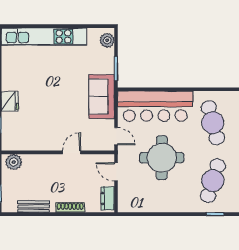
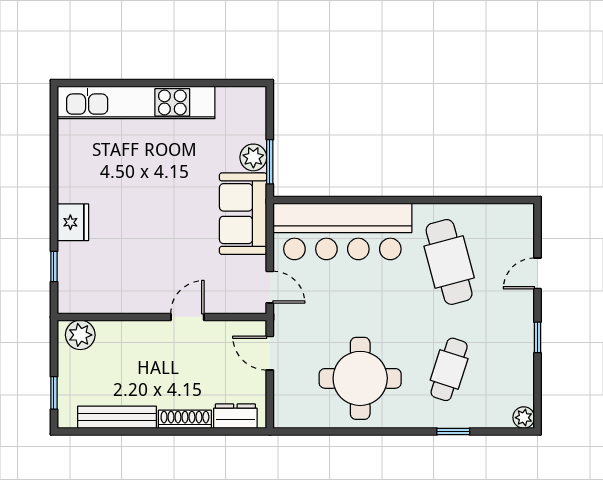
plant: (107, 40) -> (253, 157), moved
round table: (162, 158) -> (360, 378), moved
cafe table: (213, 181) -> (449, 369), width x0.73, depth x0.74
dresser: (108, 198) -> (235, 416), moved, turned 90
bench: (34, 206) -> (117, 417), width x1.36

